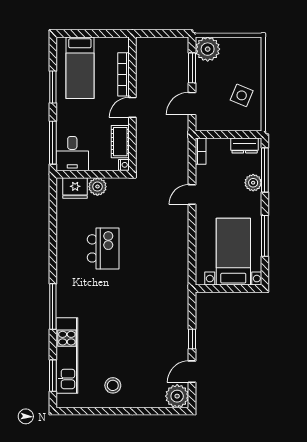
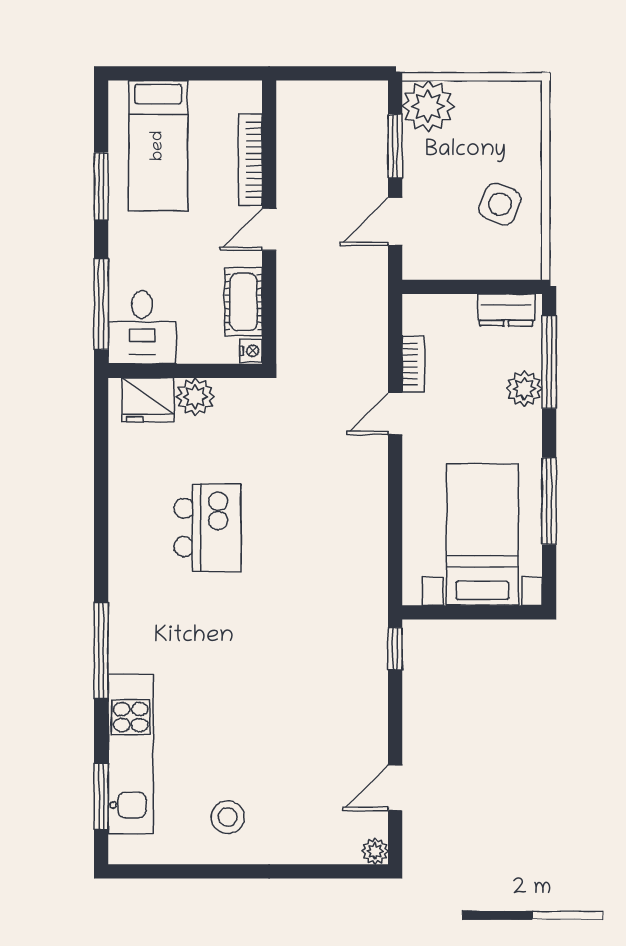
bookcase: (201, 151) -> (413, 364), moved
window: (192, 339) -> (395, 649), moved
plant: (177, 396) -> (375, 851), width x0.53, depth x0.53

